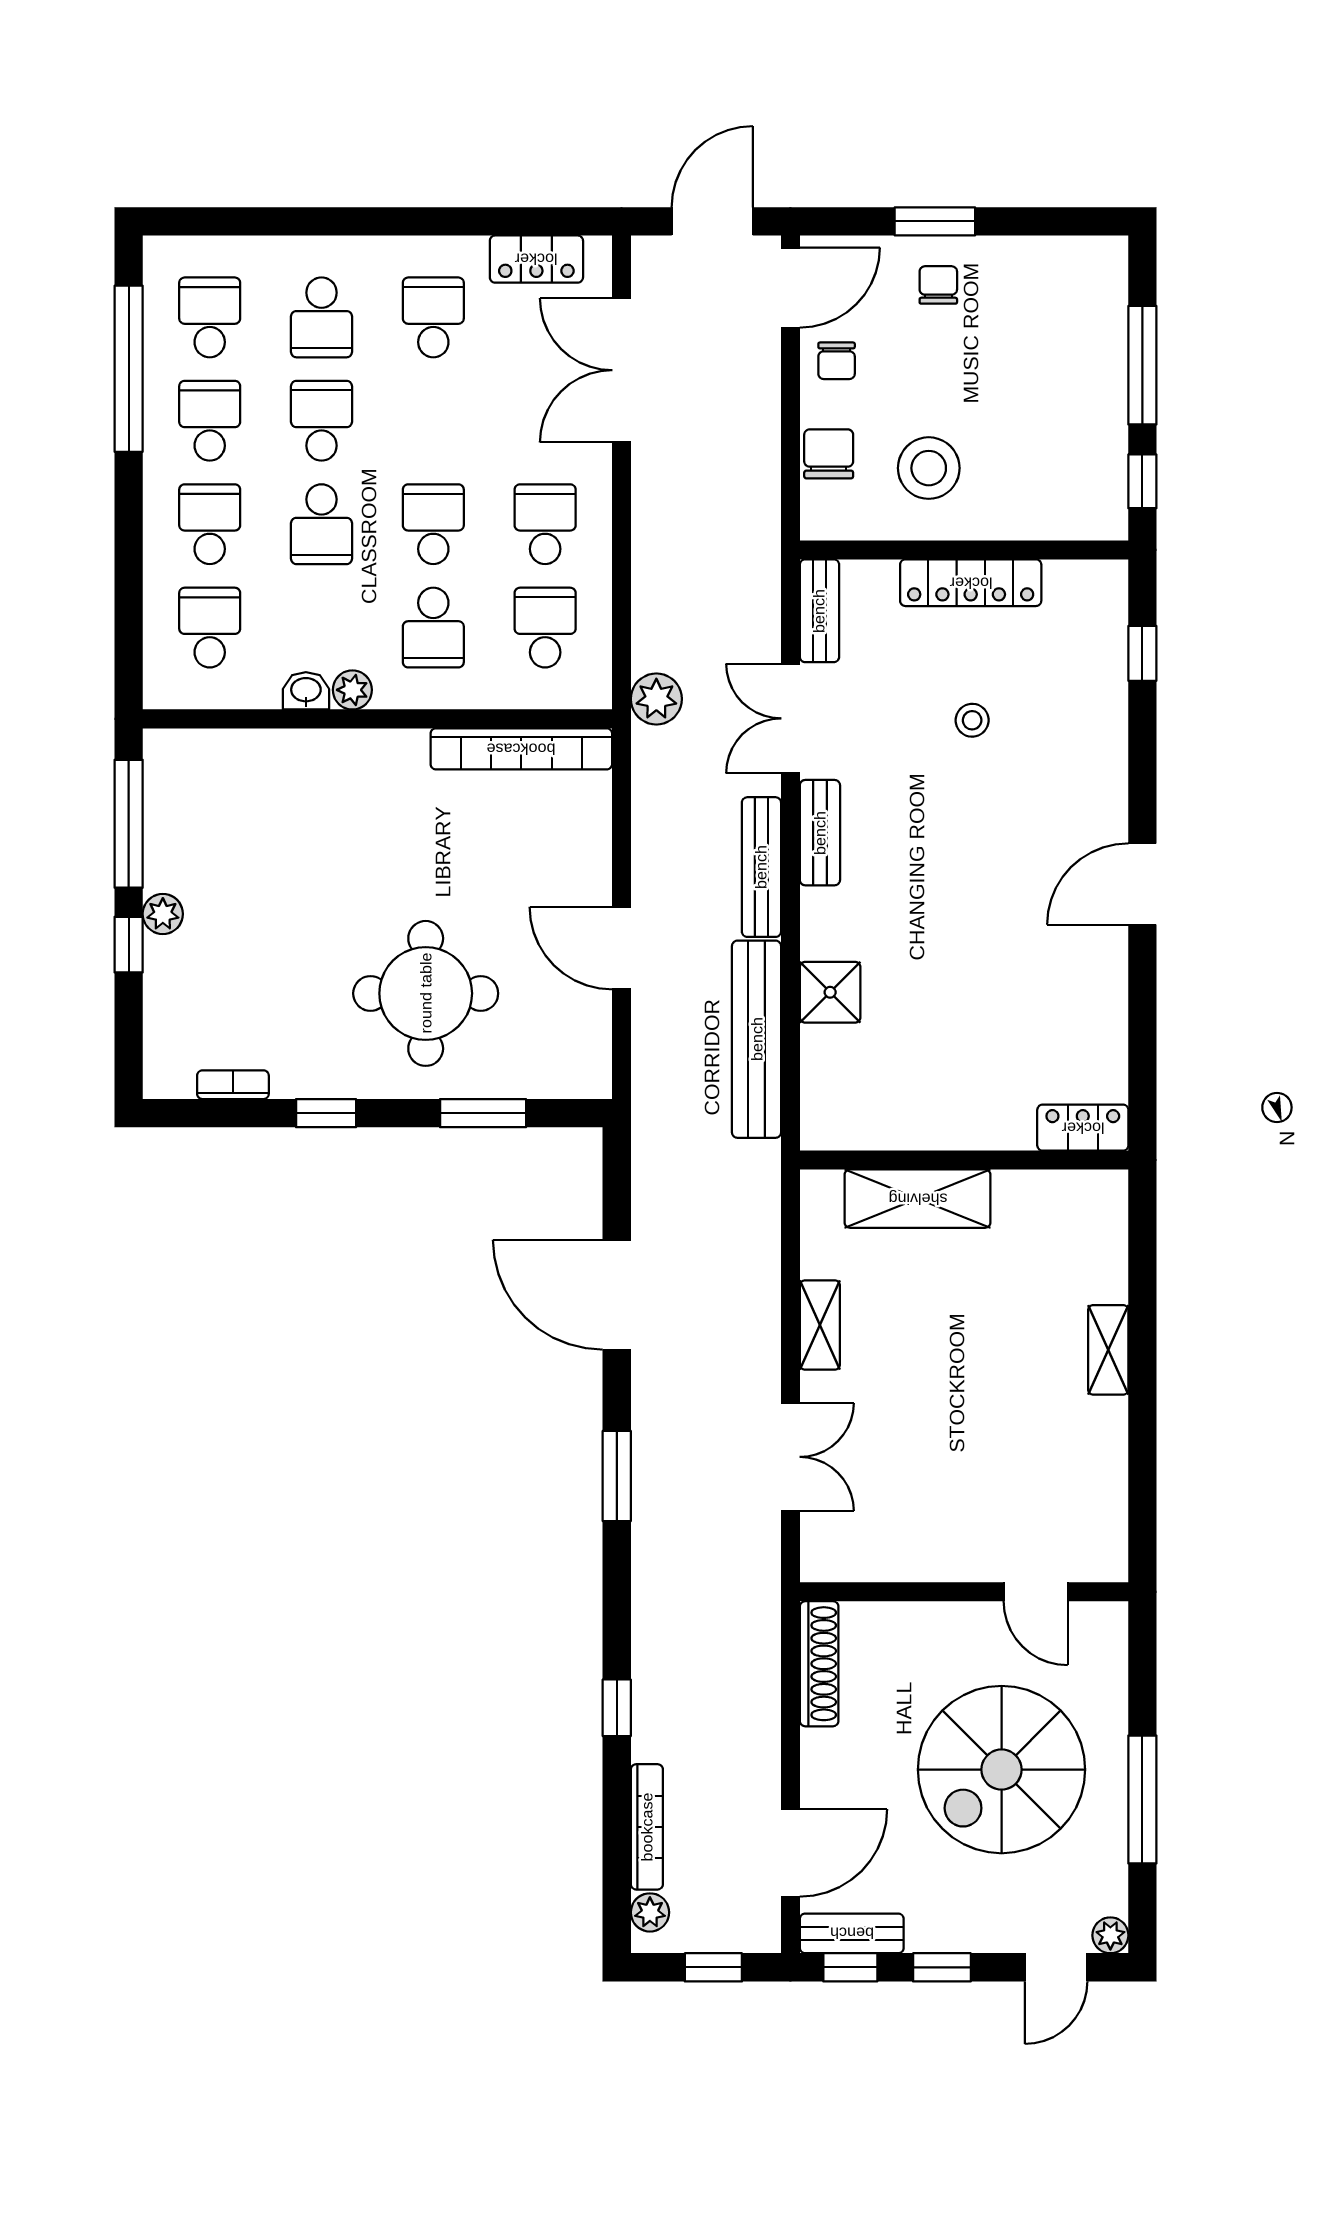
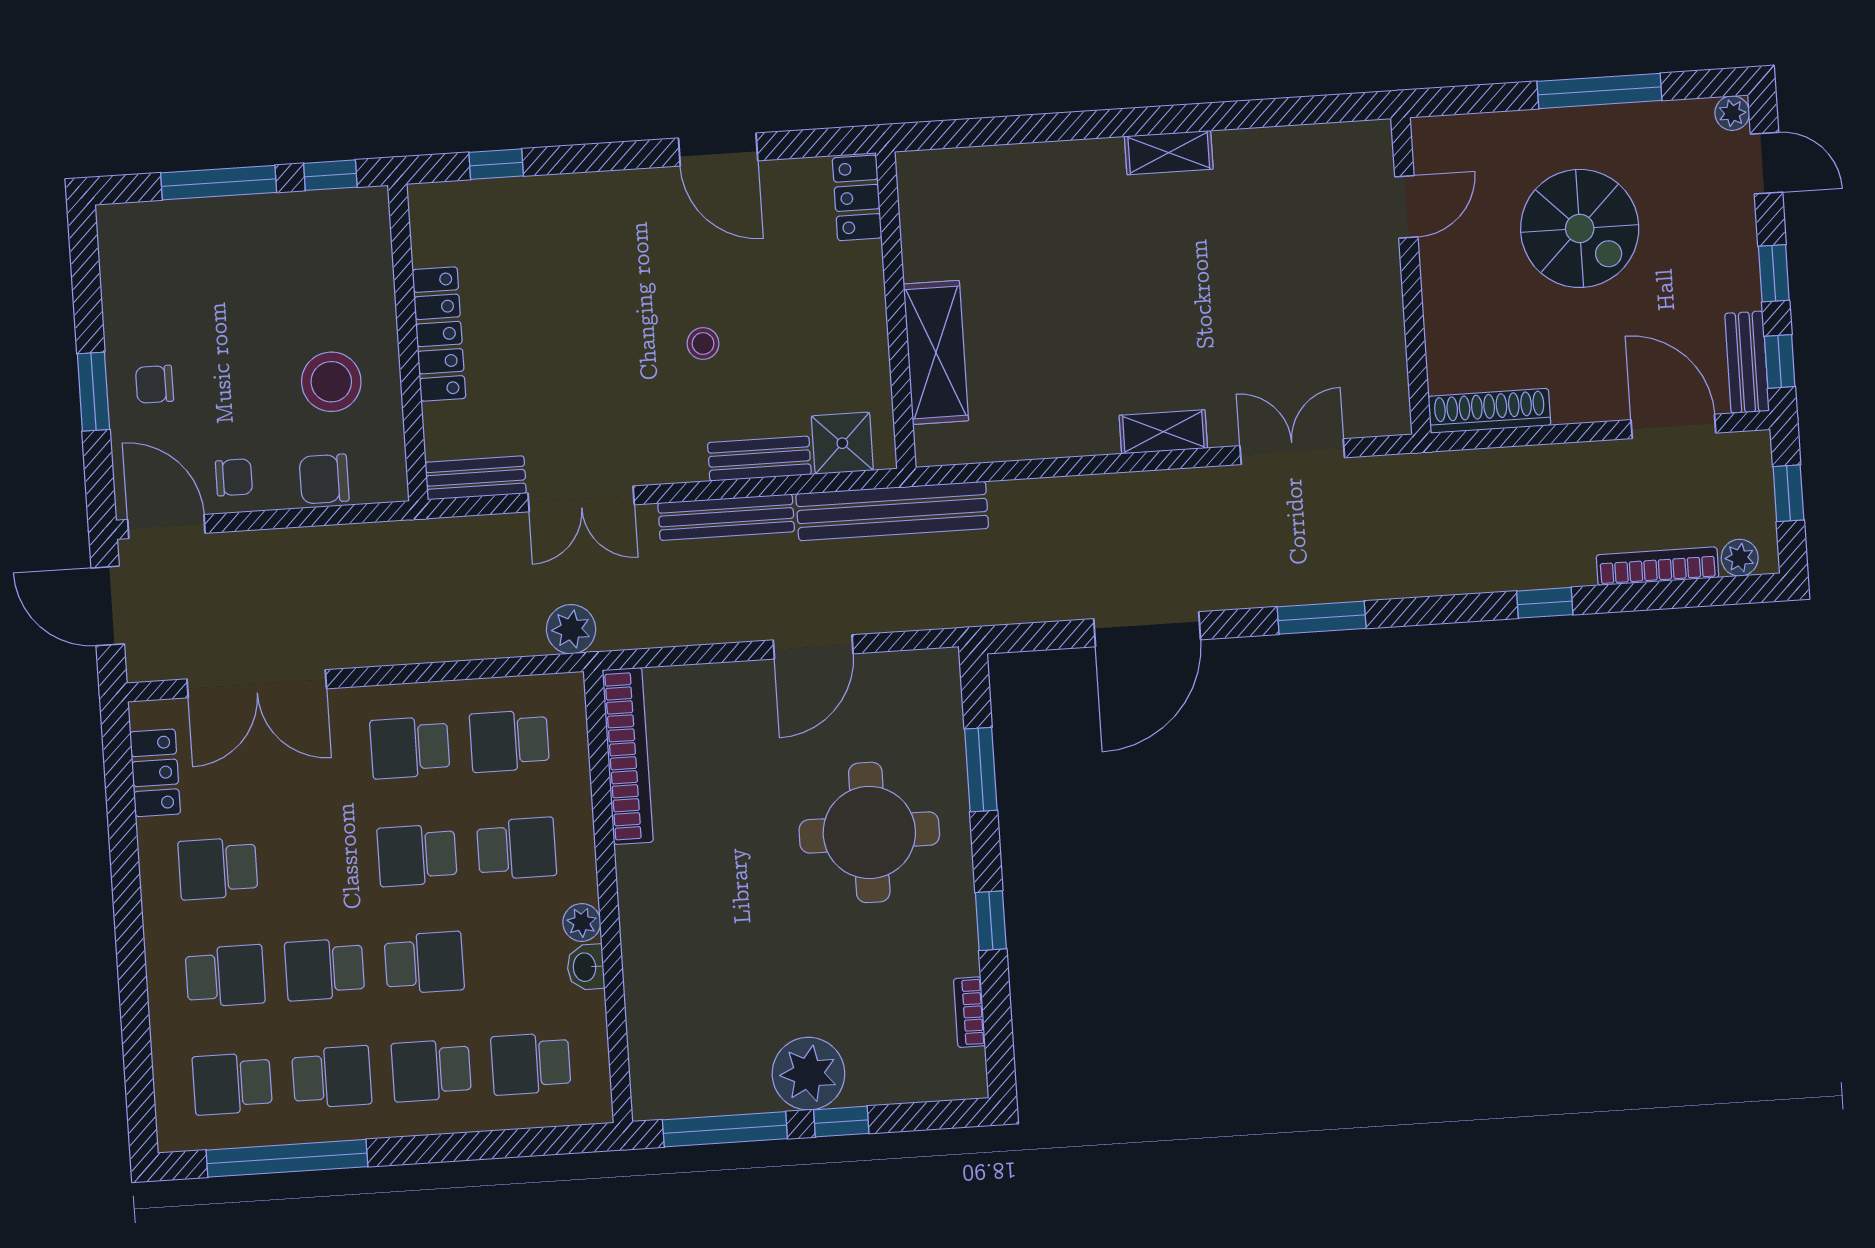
school desk: (210, 421) -> (332, 1077), turned 180
stool: (972, 720) -> (703, 344), moved
bench: (820, 833) -> (759, 459), moved
plant: (163, 914) -> (808, 1074), width x1.88, depth x1.88
locker: (1083, 1128) -> (857, 198), moved
wall: (964, 1160) -> (896, 310), moved
shelving: (918, 1199) -> (936, 352), moved
spiral stairs: (1002, 1770) -> (1580, 228), width x0.73, depth x0.73

